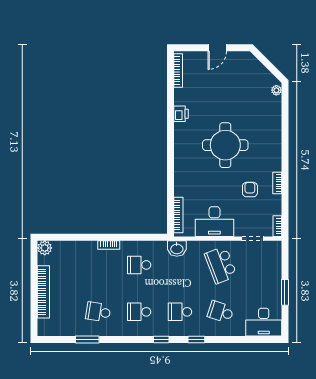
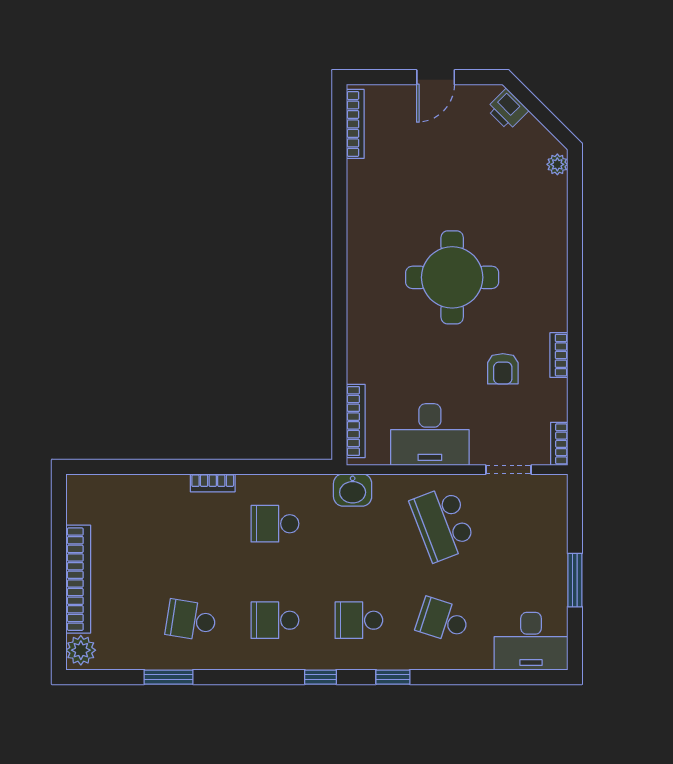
printer: (181, 114) -> (507, 110), moved, turned 135
armchair: (250, 190) -> (503, 369), turned 180
plant: (45, 248) -> (81, 650), moved

